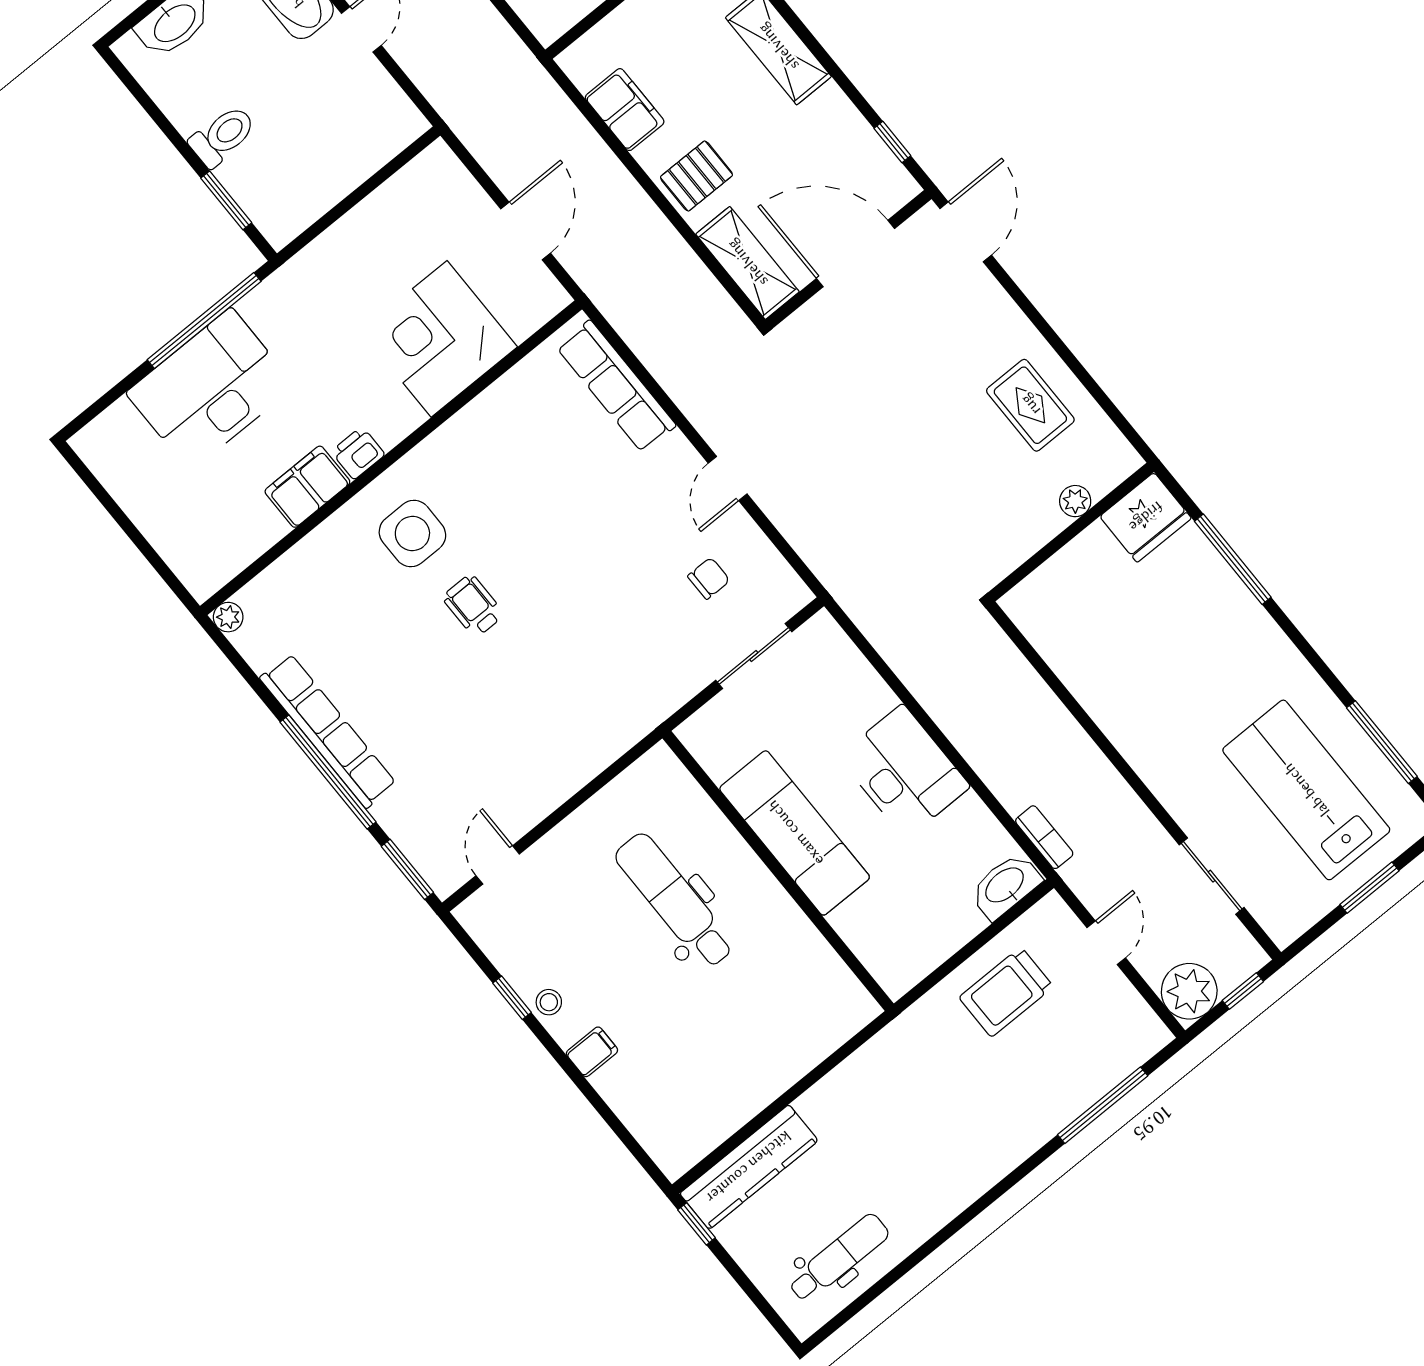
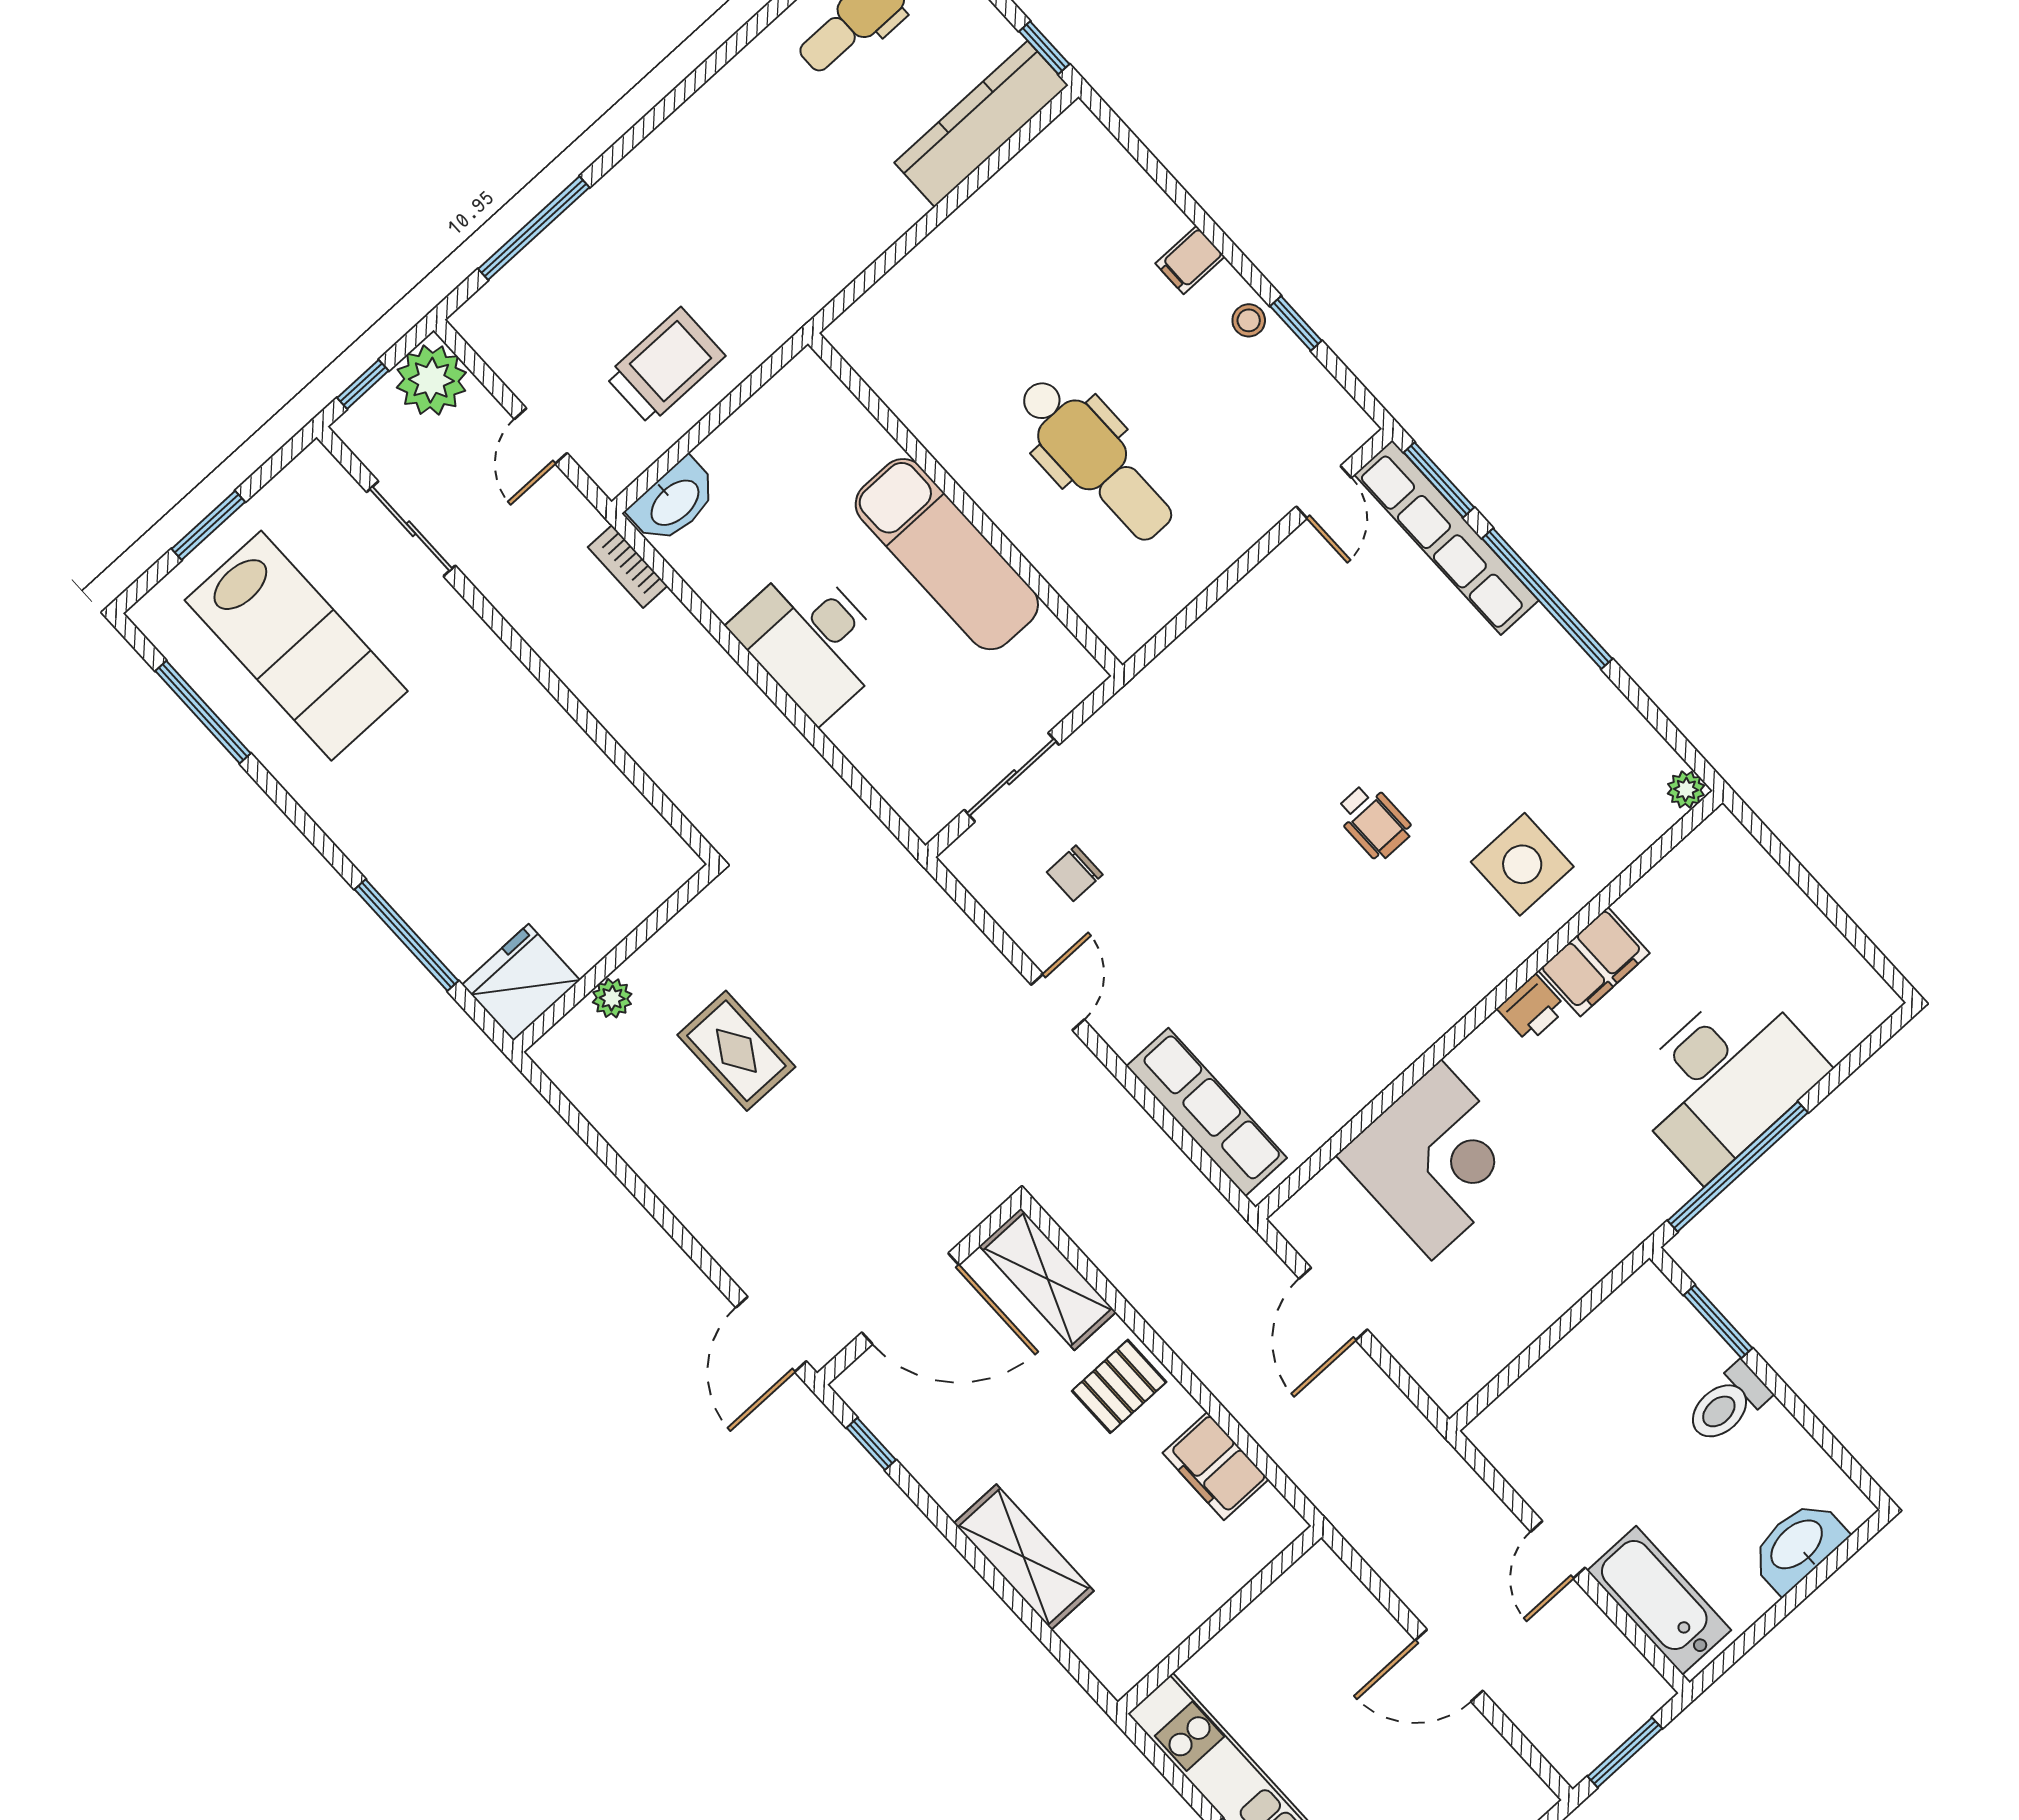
rug: (1030, 405) -> (736, 1051), moved
side table: (412, 534) -> (1522, 864), moved
row of seats: (328, 731) -> (1446, 537), moved

